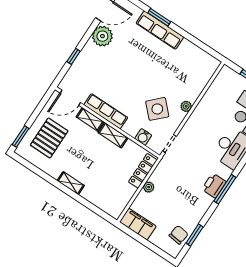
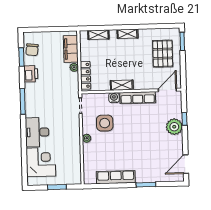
row of seats: (160, 30) -> (116, 177), moved
plant: (102, 36) -> (174, 127), moved
side table: (157, 109) -> (105, 123), turned 45
shelving: (90, 119) -> (98, 35), moved
water cooler: (143, 137) -> (114, 98), moved
printer: (214, 186) -> (31, 74), moved
filing cabinet: (138, 224) -> (71, 49), moved, turned 90

